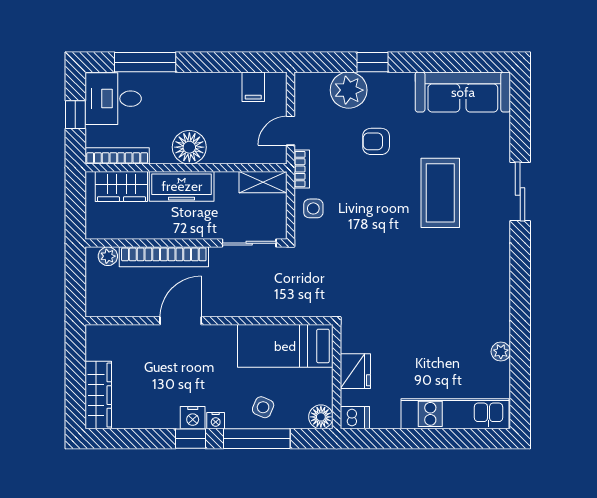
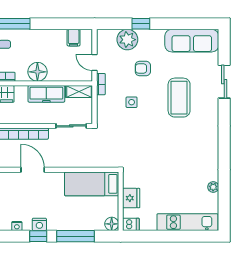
door: (290, 131) -> (95, 62), hinge flipped
freezer: (182, 186) -> (46, 94), moved
sliding door: (520, 192) -> (224, 82), moved
side table: (313, 208) -> (132, 102), moved
door: (181, 321) -> (33, 170), hinge flipped
side table: (263, 407) -> (79, 218), removed
nightstand: (216, 421) -> (17, 226), moved

